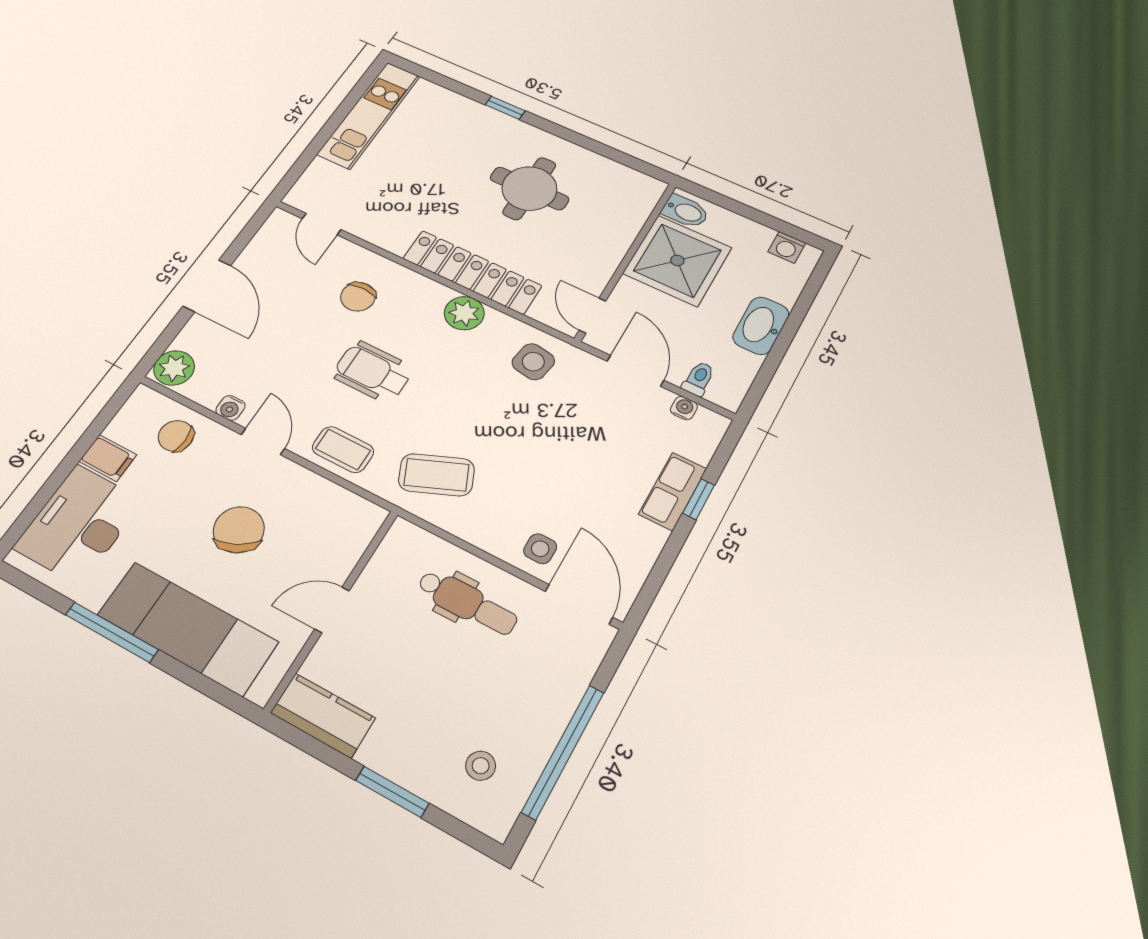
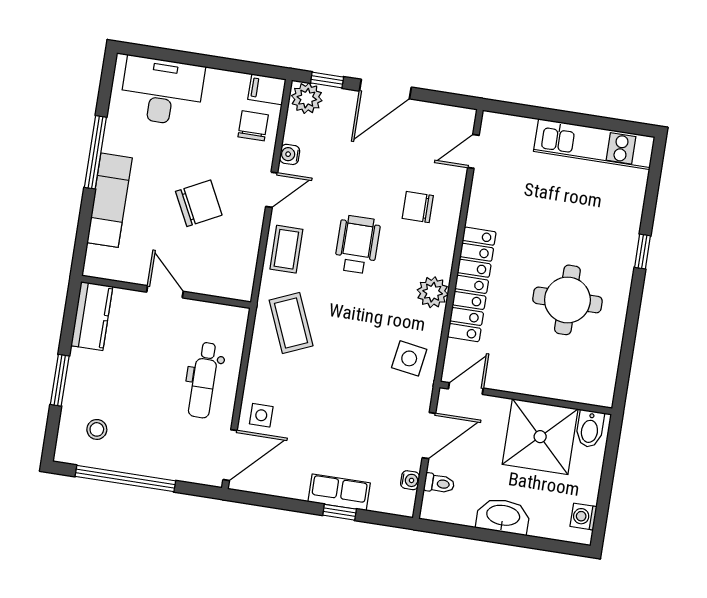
window: (165, 340) -> (327, 80), added
filing cabinet: (108, 458) -> (267, 89), moved, turned 90
exam couch: (188, 628) -> (110, 200), width x0.73, depth x0.69

